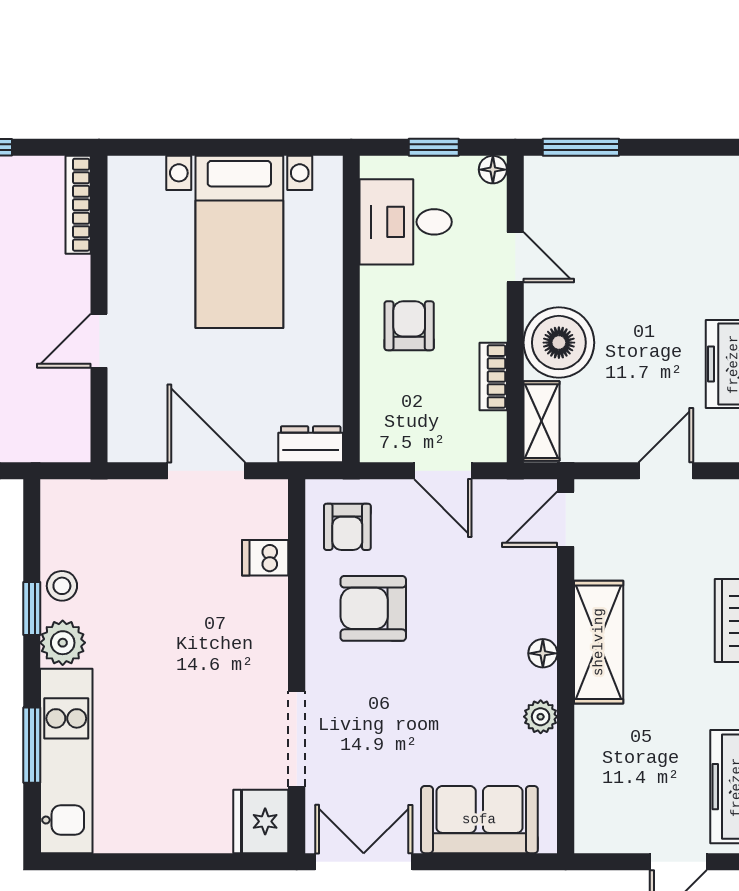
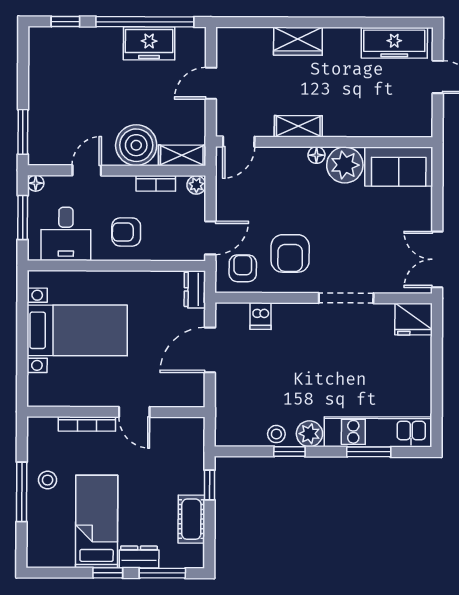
window: (434, 147) -> (23, 217), width x1.50
bookcase: (78, 205) -> (87, 424), moved
plant: (491, 446) -> (196, 185), added
door: (443, 471) -> (210, 238), moved
door: (666, 471) -> (211, 83), hinge flipped
door: (566, 519) -> (239, 142), hinge flipped
armchair: (347, 527) -> (243, 268), turned -90
shelving: (599, 642) -> (298, 126), width x0.67, depth x0.75
plant: (541, 717) -> (345, 165), width x1.87, depth x1.87
doorway: (297, 739) -> (346, 298), moved
sofa: (479, 820) -> (399, 167), moved, turned -90

